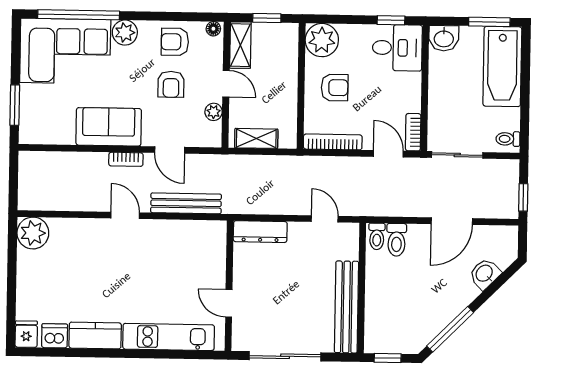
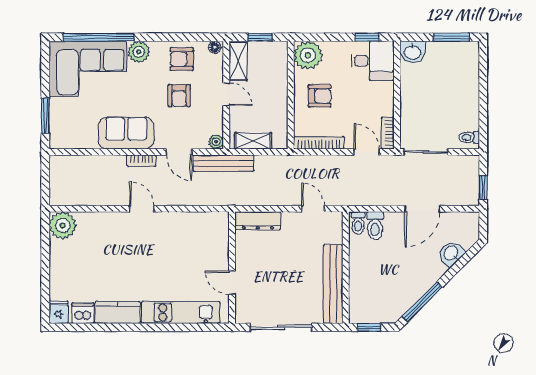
bathtub: (502, 66) -> (463, 75), removed
plant: (214, 112) -> (216, 142), moved
bench: (186, 203) -> (223, 163), moved

